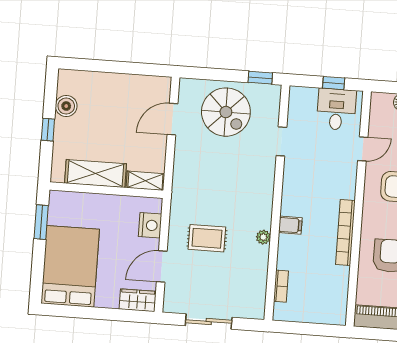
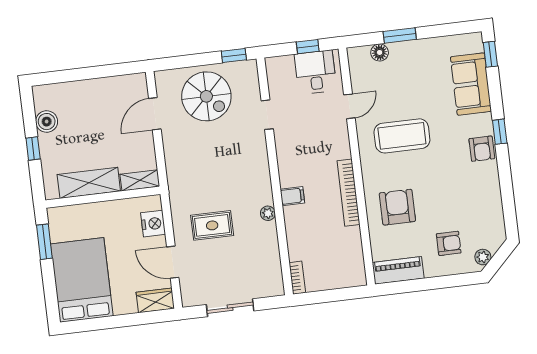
door: (162, 266) -> (173, 262), hinge flipped
bookcase: (281, 286) -> (297, 278), moved

